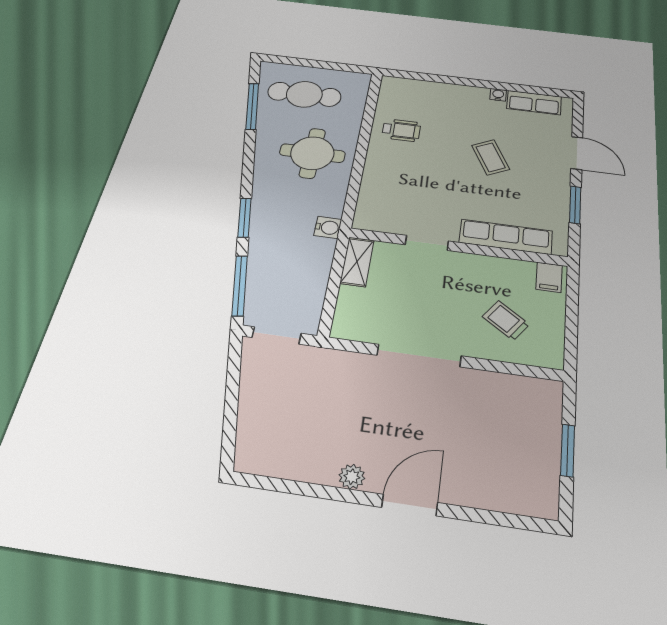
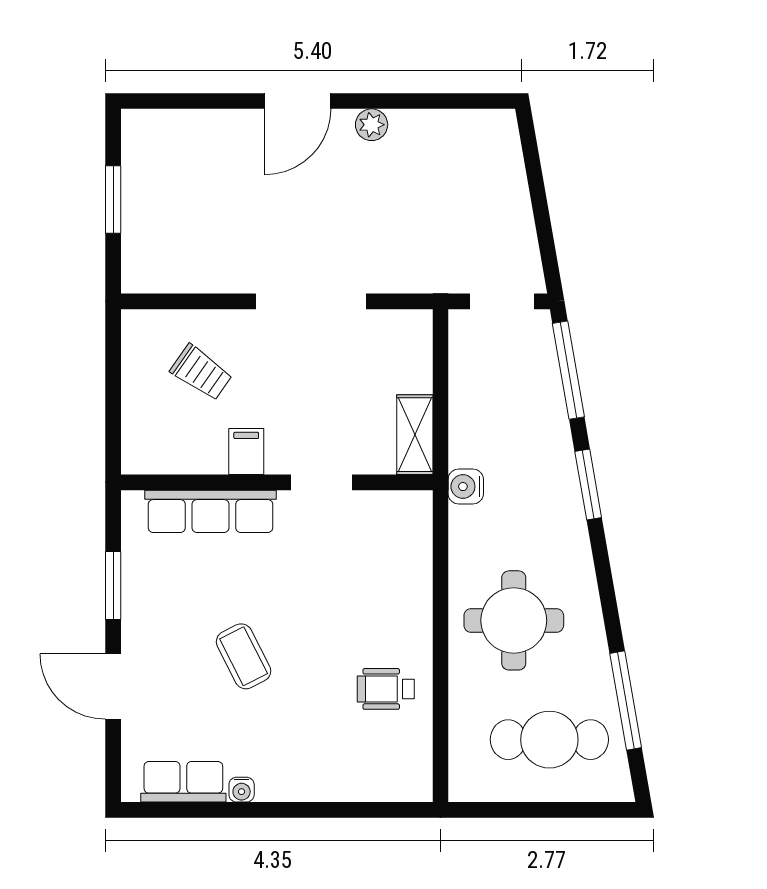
filing cabinet: (549, 277) -> (246, 452), moved

